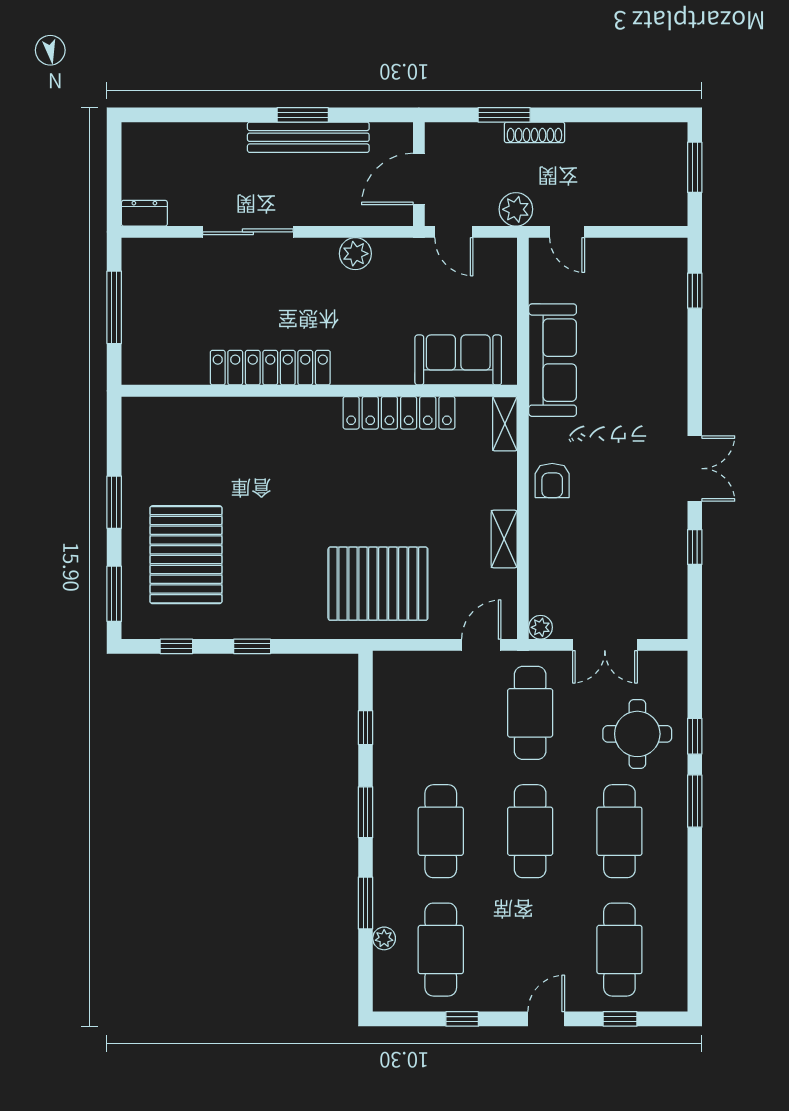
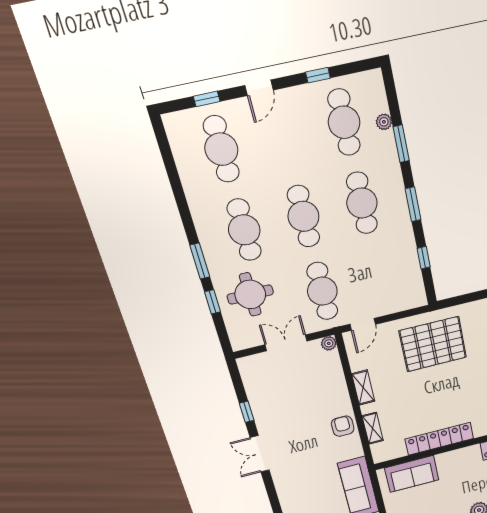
shelving: (505, 424) -> (373, 428), moved

